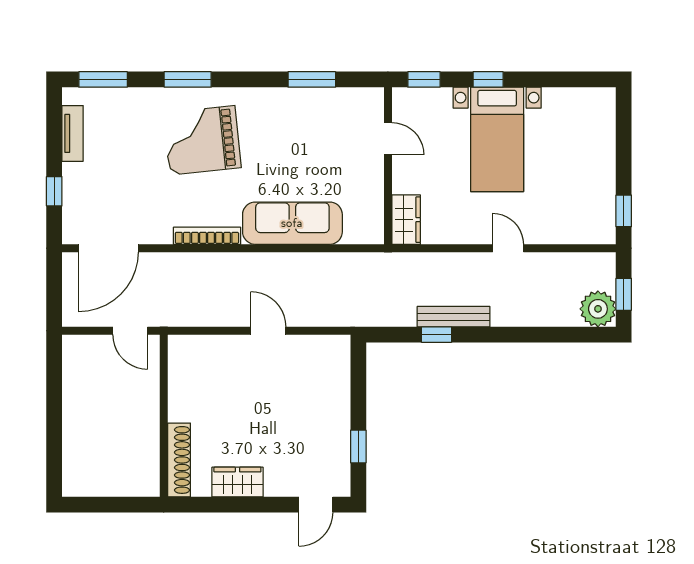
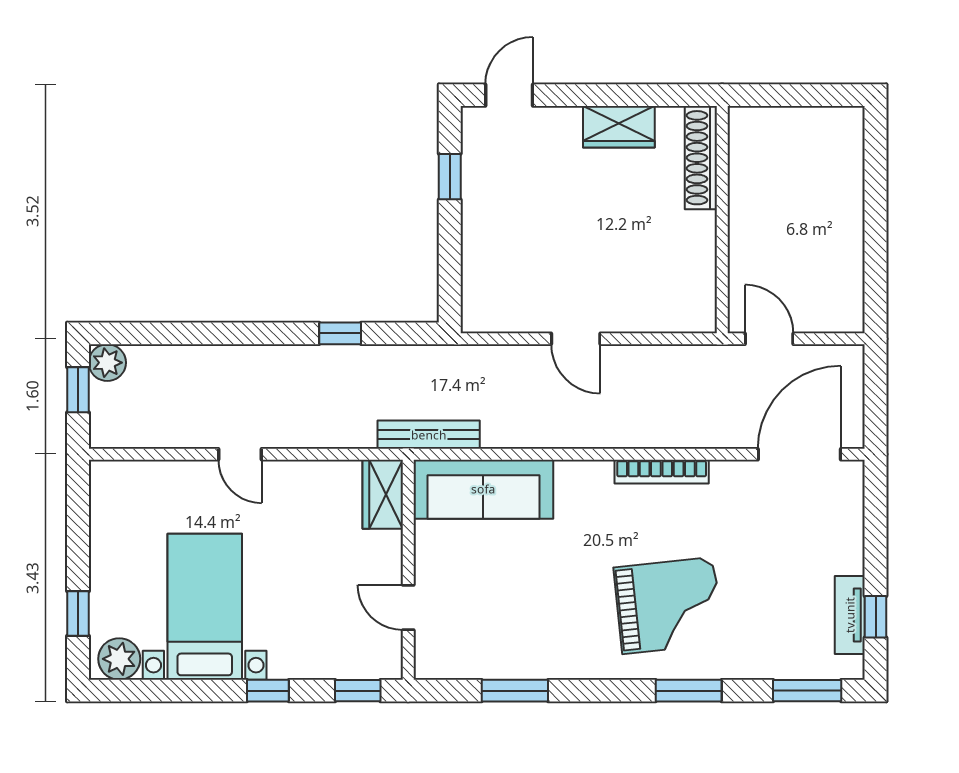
plant: (594, 102) -> (119, 659), added
bed with nightstands: (497, 139) -> (205, 607), moved
window: (54, 191) -> (876, 617), moved
window: (624, 211) -> (78, 613), moved
sofa: (292, 223) -> (483, 489), moved
plant: (598, 309) -> (107, 363), width x0.73, depth x0.73
bench: (454, 317) -> (429, 435), moved

